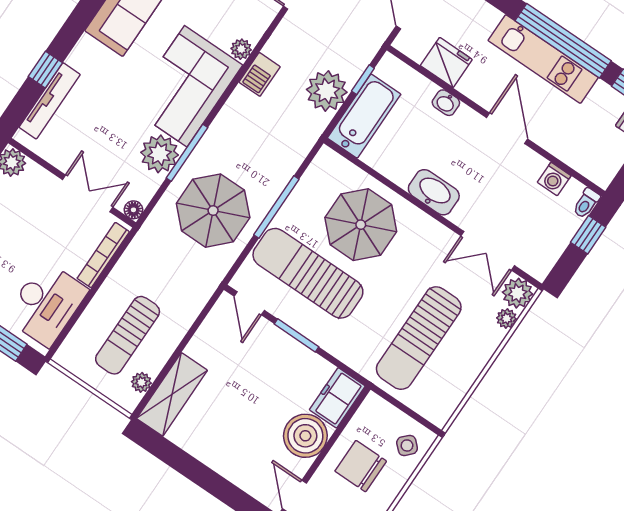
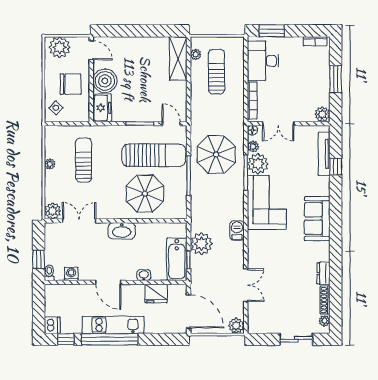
plant: (241, 49) -> (253, 147), moved
bathtub: (364, 116) -> (177, 259), moved
plant: (507, 318) -> (50, 164), moved
sun lounger: (419, 338) -> (84, 160), width x0.73, depth x0.75

